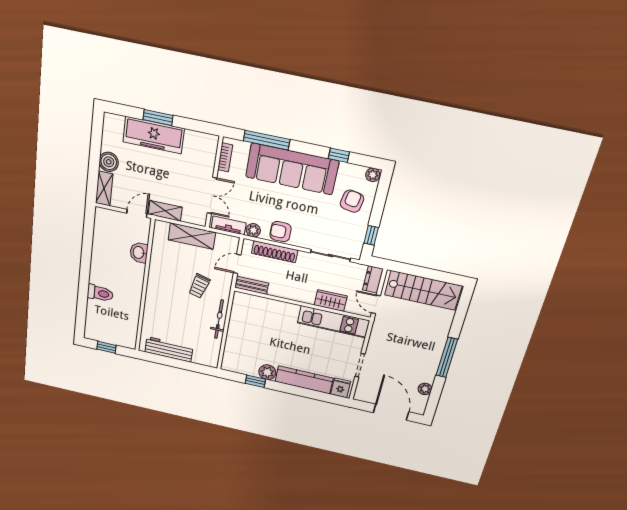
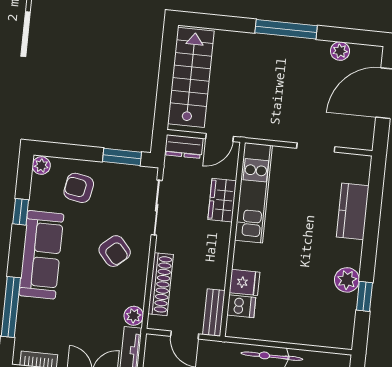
sofa: (292, 169) -> (41, 255), width x0.74, depth x0.79
armchair: (281, 232) -> (115, 251), moved, turned -41
window: (371, 235) -> (122, 157), width x1.50
dishwasher: (255, 304) -> (241, 306), added
kitchen counter: (304, 380) -> (353, 211), width x0.67
fridge: (341, 388) -> (245, 282), moved, turned 180

